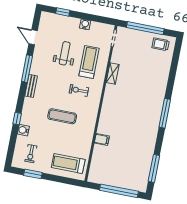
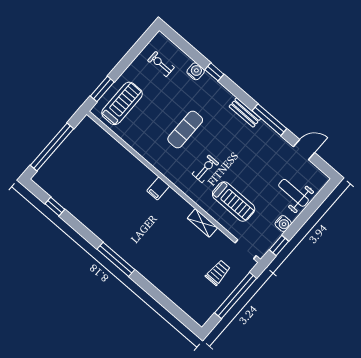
window: (63, 12) -> (279, 246), moved
trolley: (161, 44) -> (218, 273), moved
weight bench: (65, 53) -> (293, 193), moved, turned 180
filing cabinet: (102, 140) -> (158, 188), moved
window: (154, 168) -> (55, 207), width x0.46
window: (33, 174) -> (102, 89), moved

